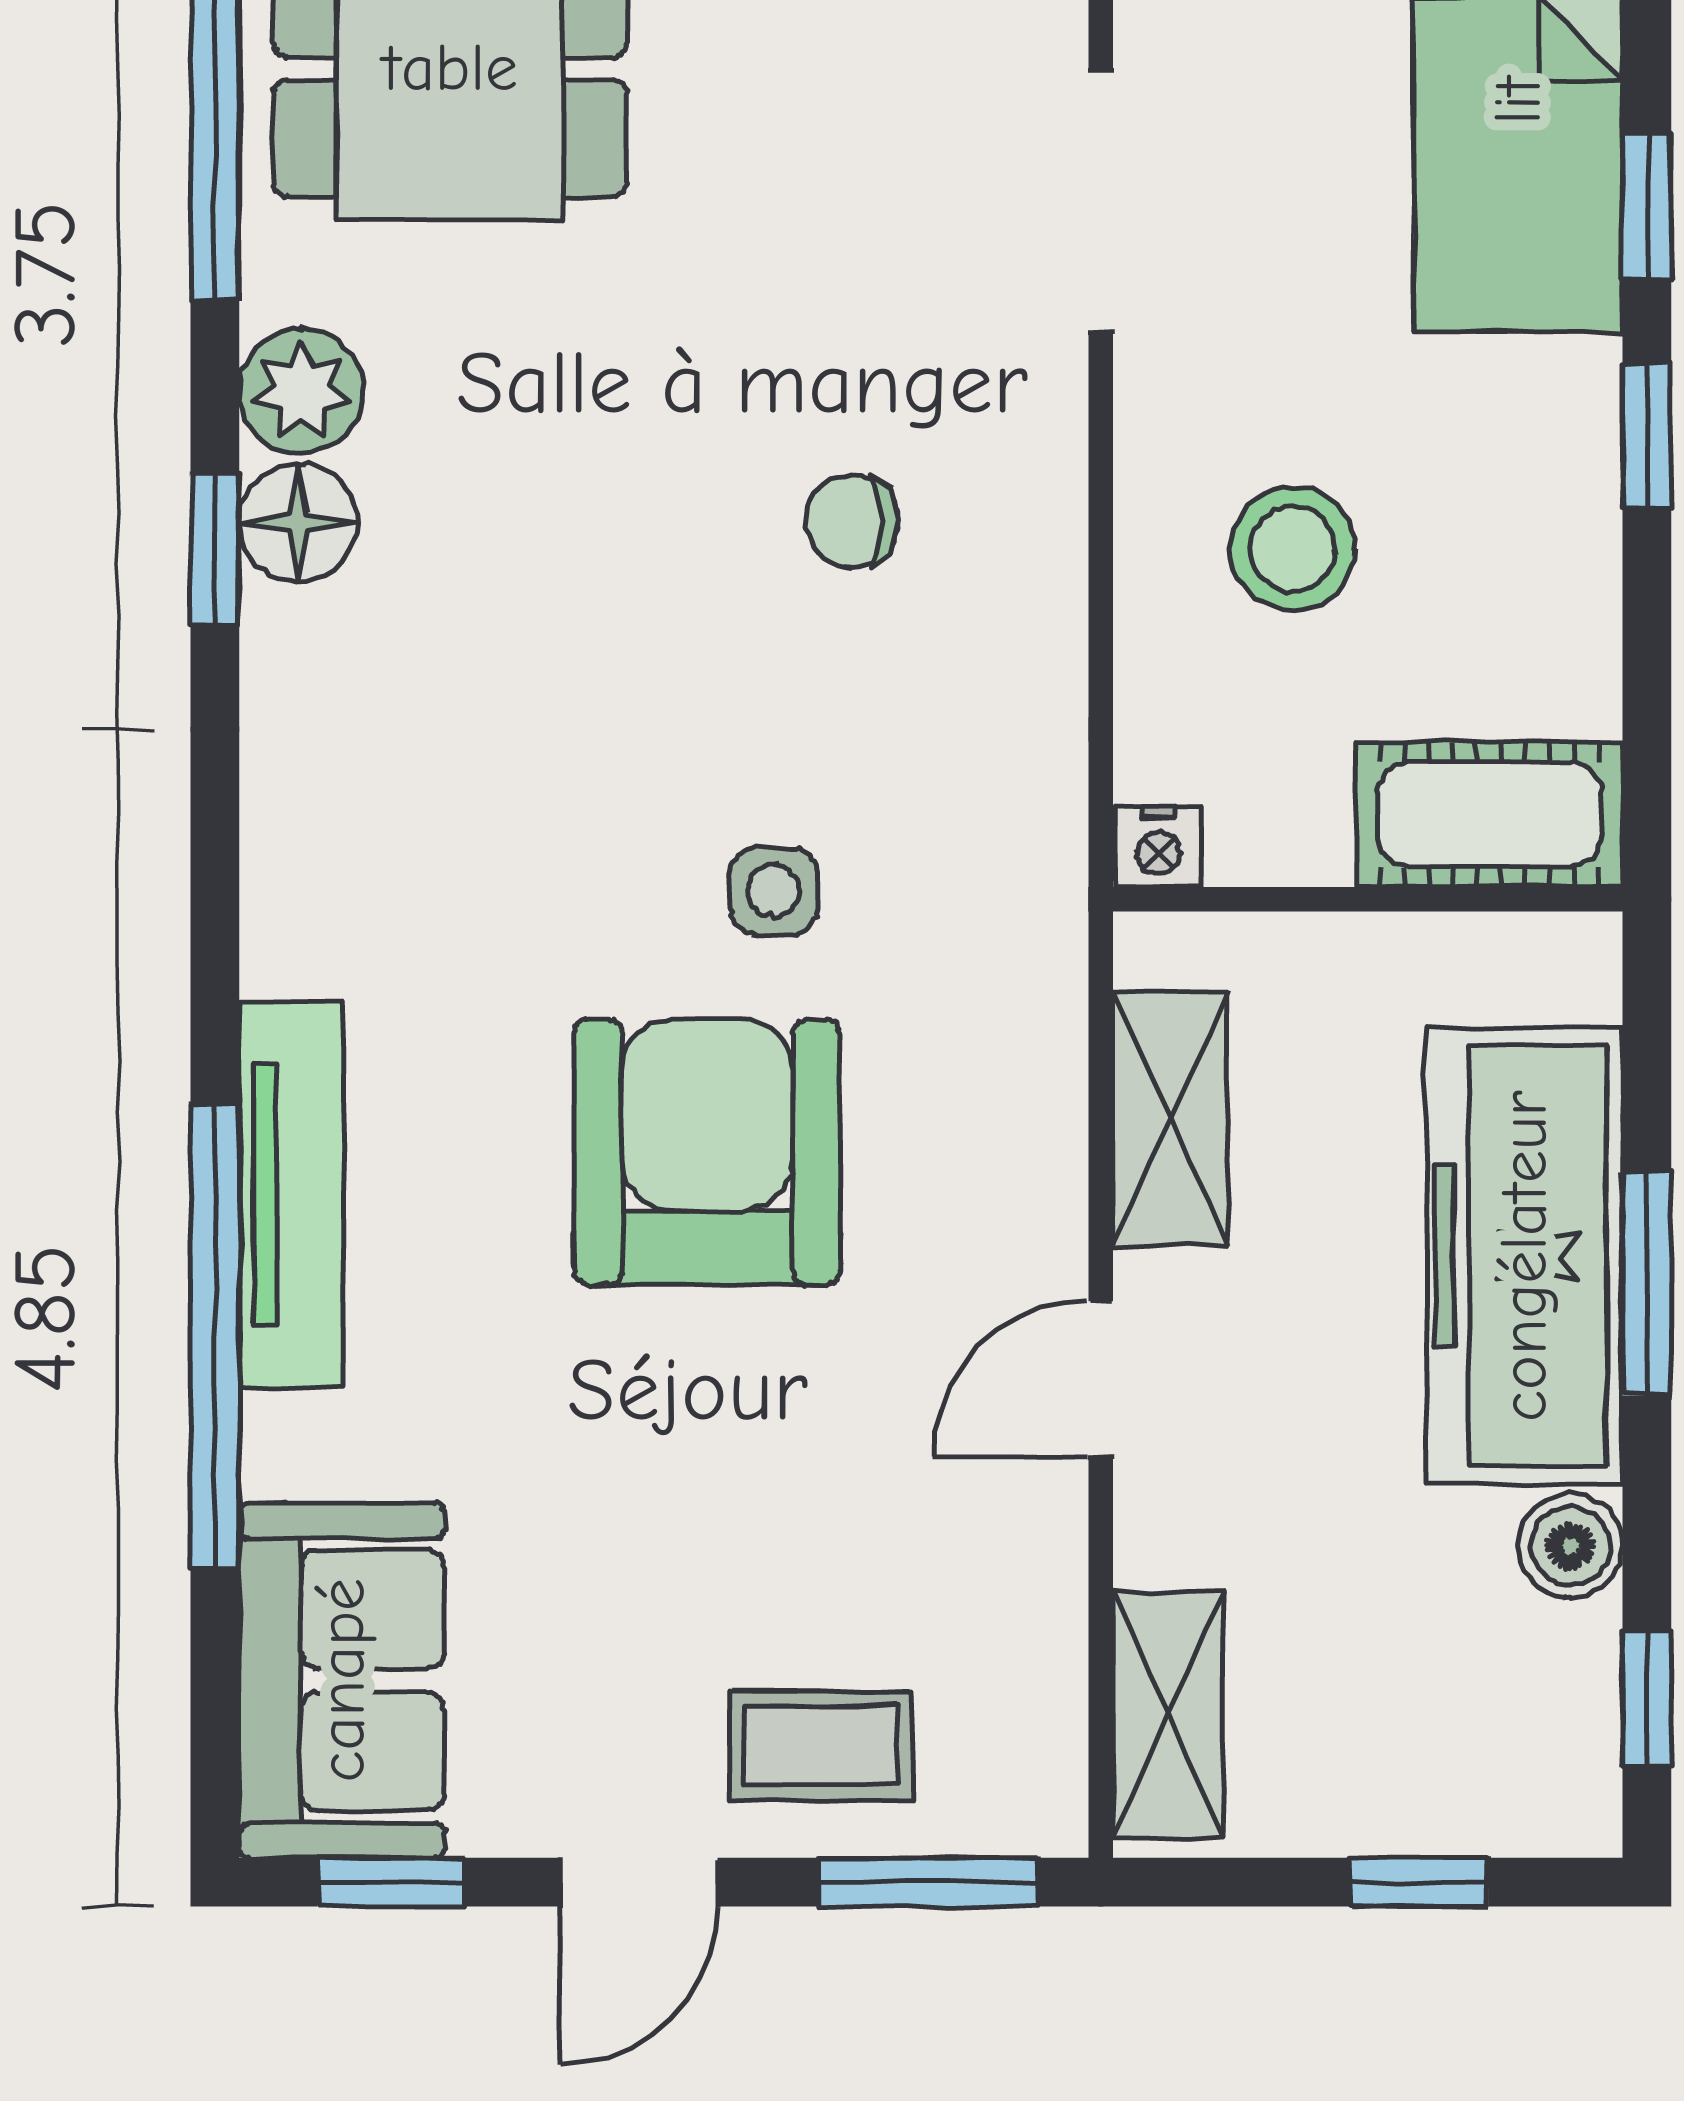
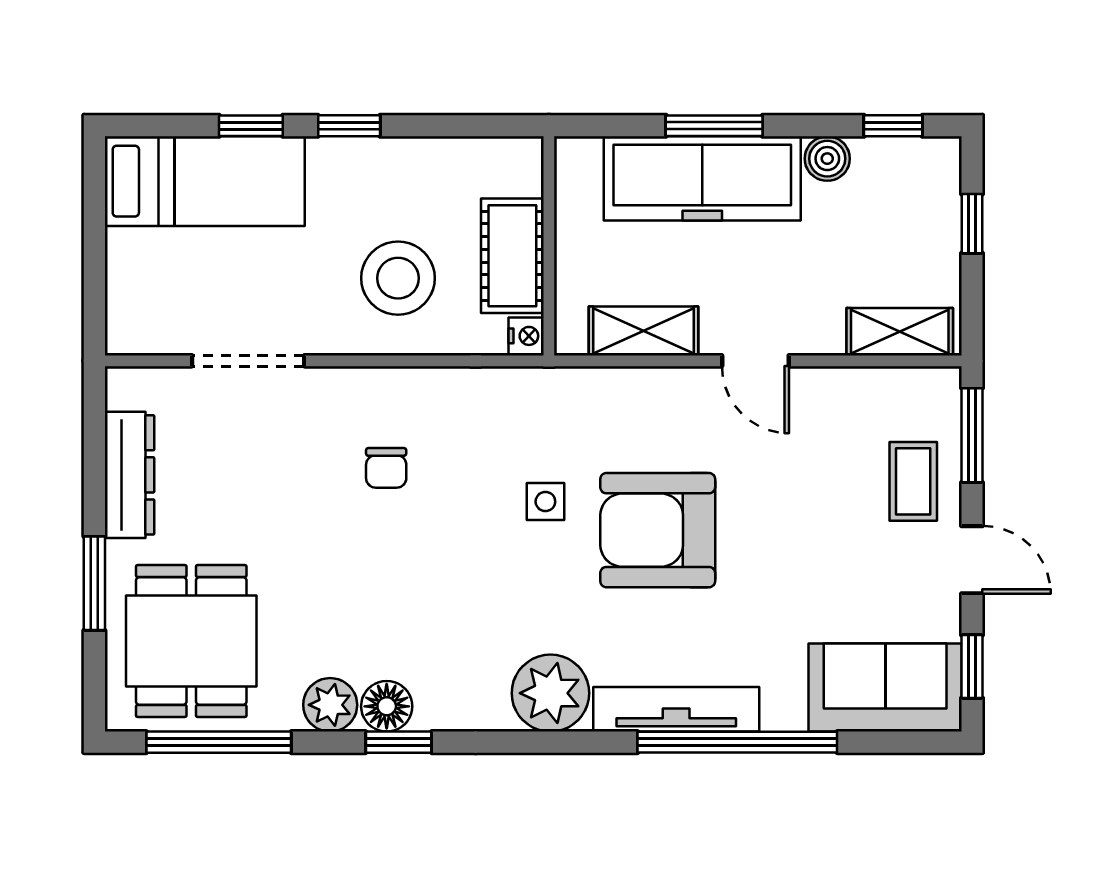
stool: (1293, 549) -> (398, 278), width x1.38, depth x1.38
cot: (1489, 814) -> (512, 256), moved
plant: (329, 903) -> (550, 693), added

